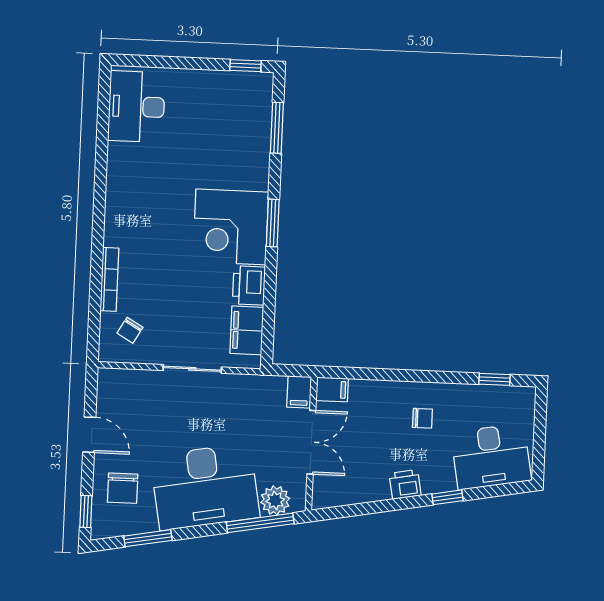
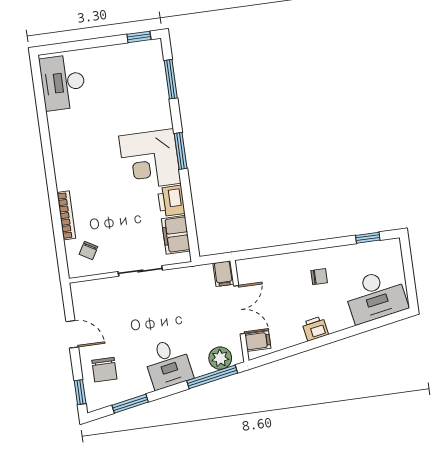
filing cabinet: (332, 389) -> (258, 341), moved
desk: (205, 487) -> (168, 364), width x0.53, depth x0.77
window: (447, 497) -> (349, 332), removed

